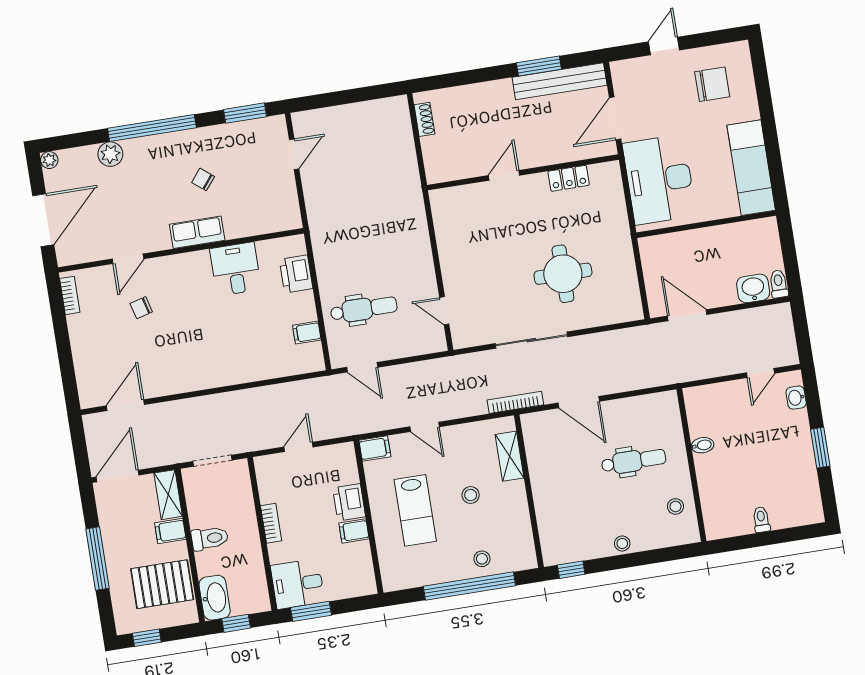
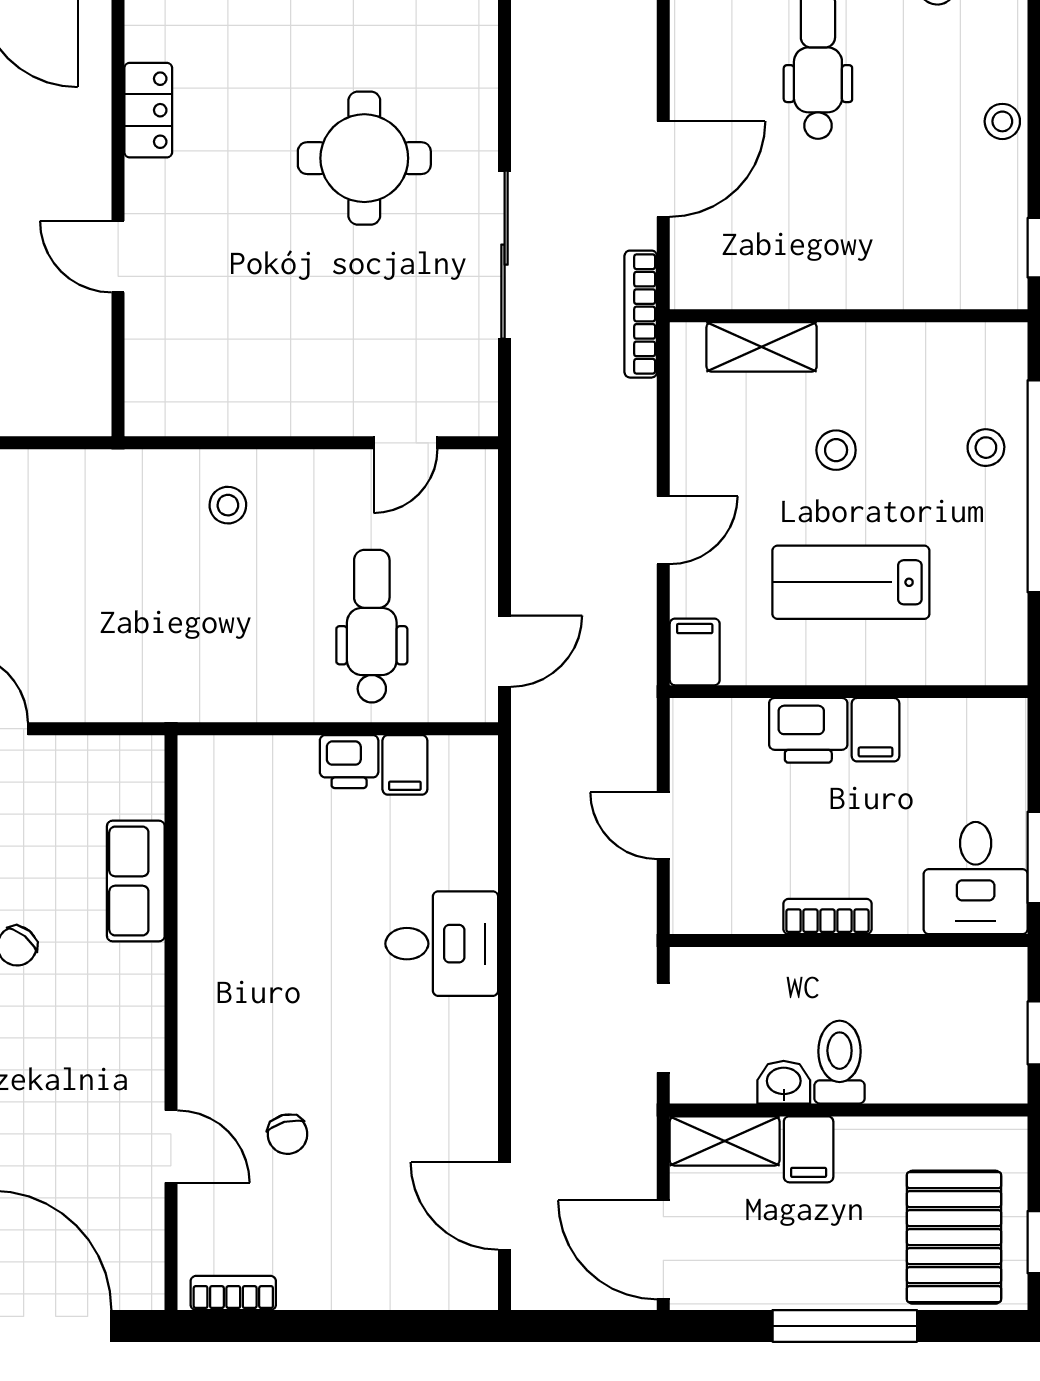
row of seats: (197, 232) -> (136, 881), moved
stool: (406, 239) -> (228, 505), added
desk: (235, 269) -> (442, 944), moved, turned 180
printer: (296, 274) -> (349, 762), moved, width x0.73, depth x0.81
lab bench: (415, 510) -> (851, 582), turned 180
pallet: (162, 584) -> (954, 1237), moved
washbasin: (215, 598) -> (784, 1082), moved, width x0.52, depth x0.69

